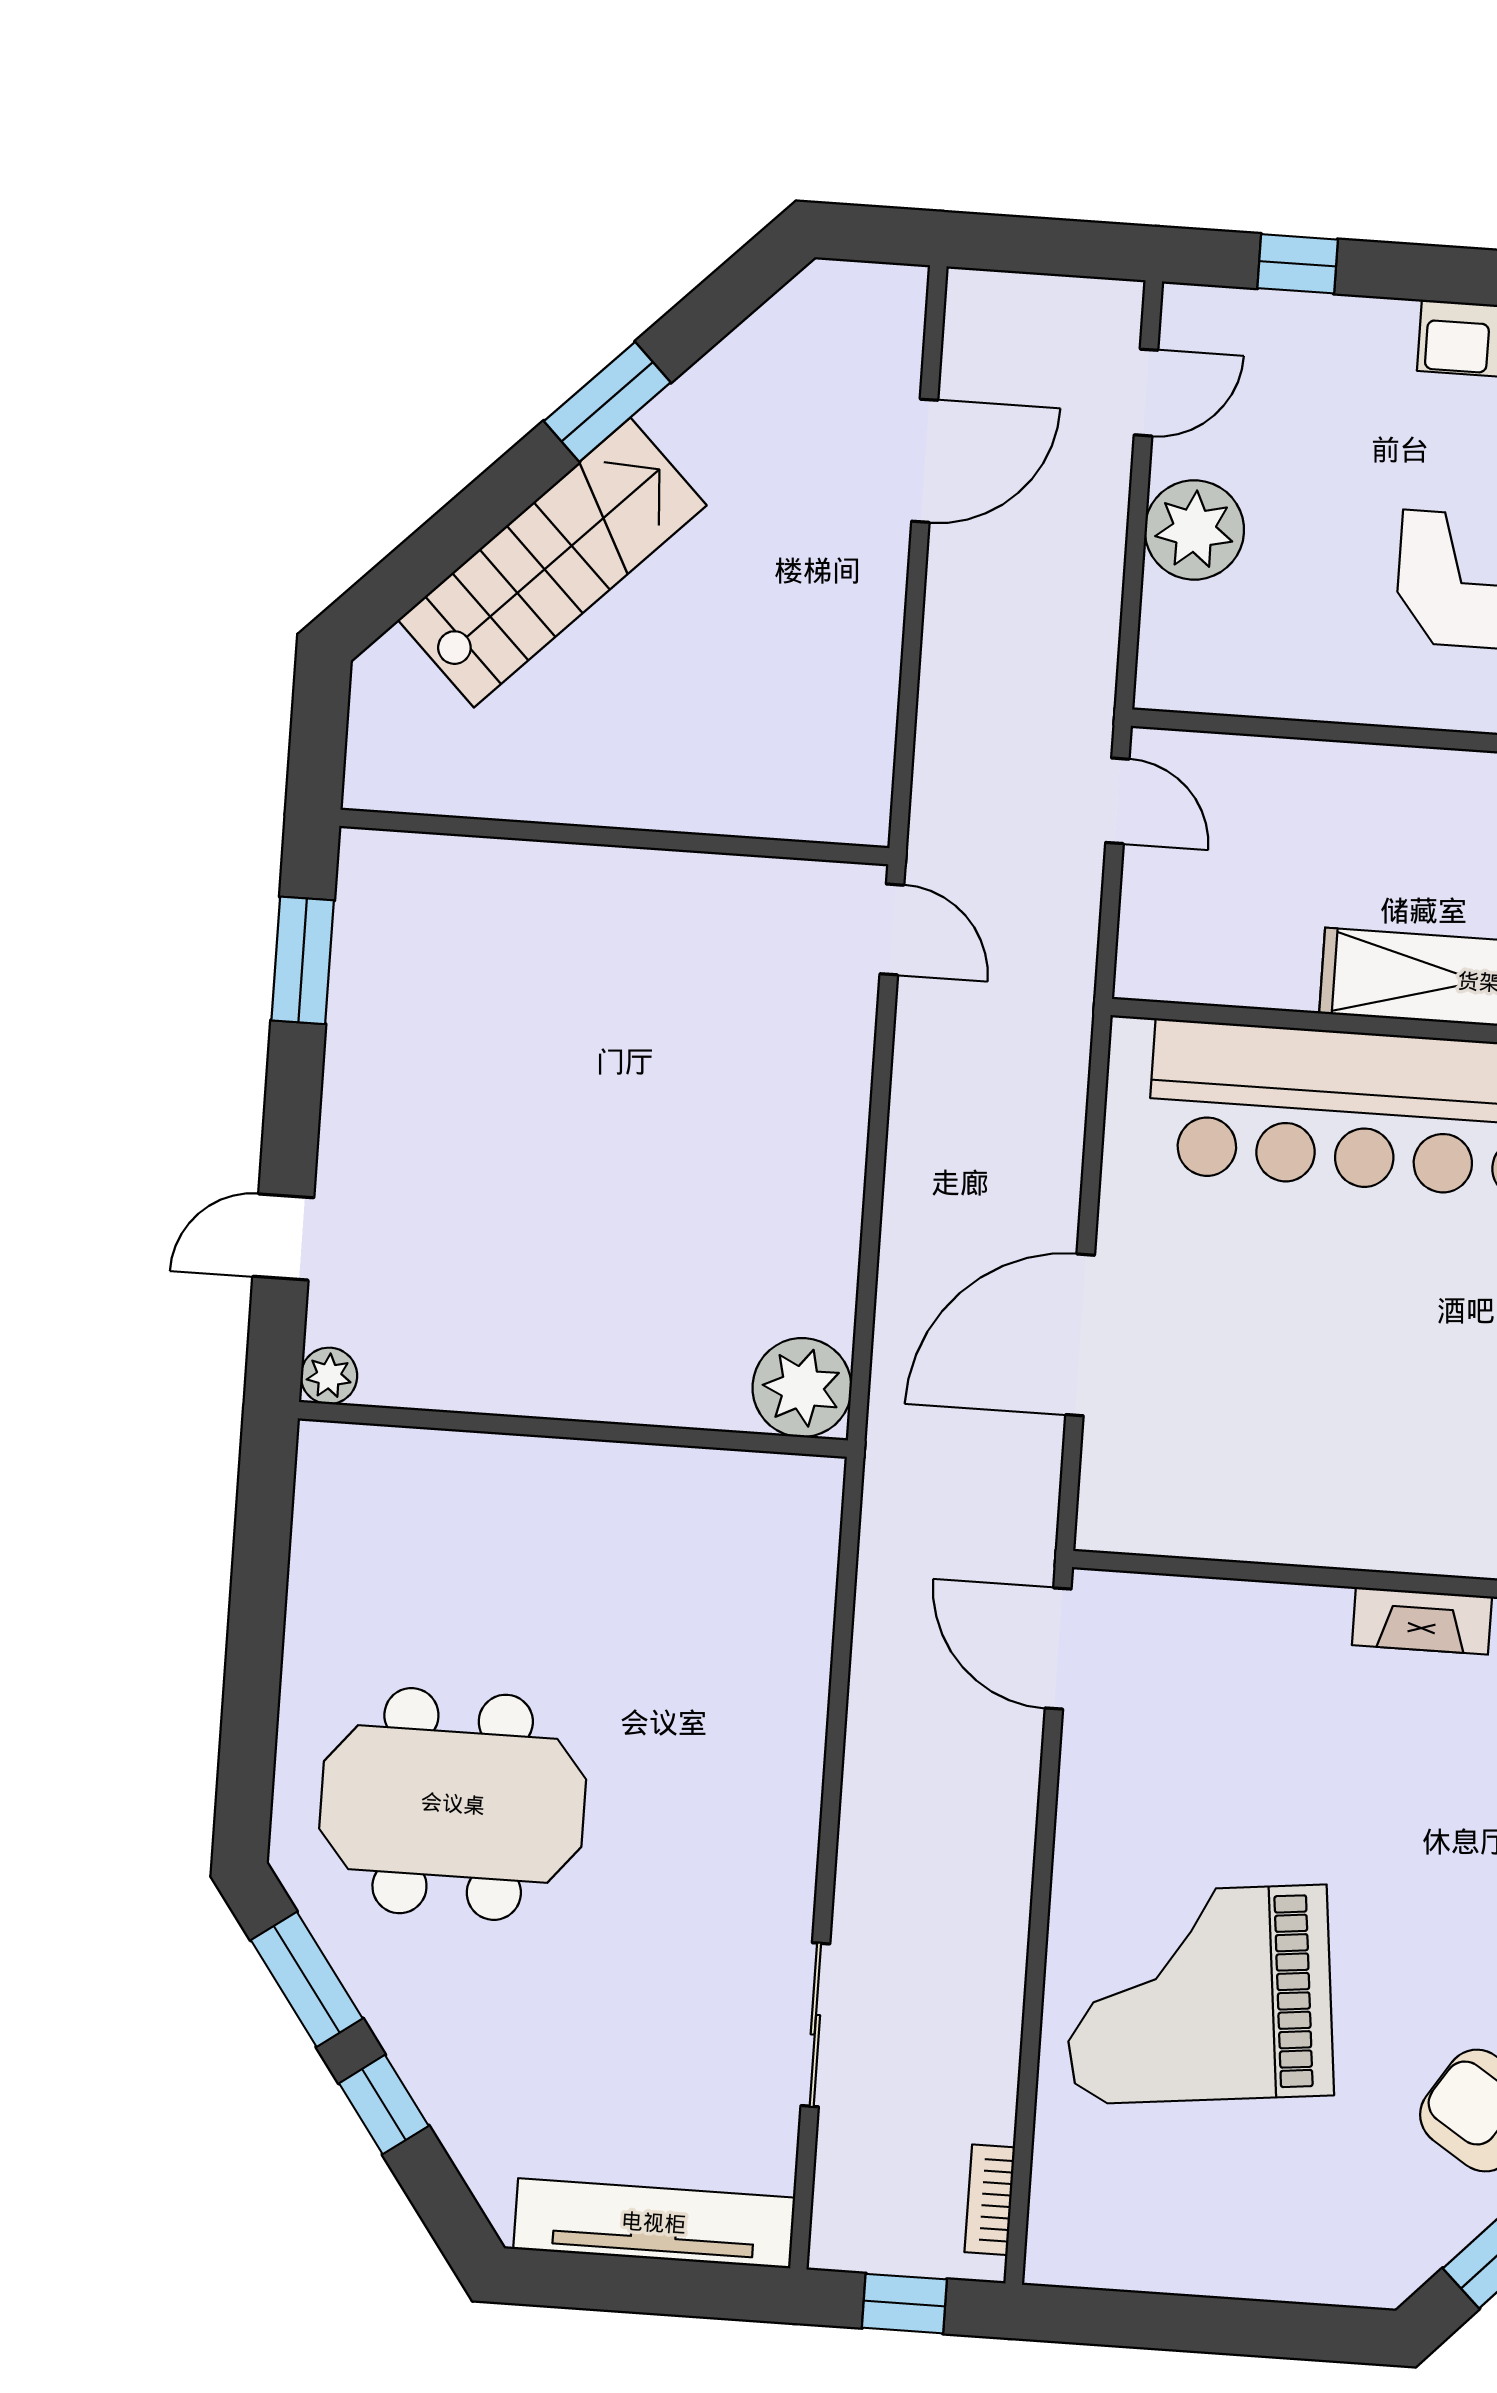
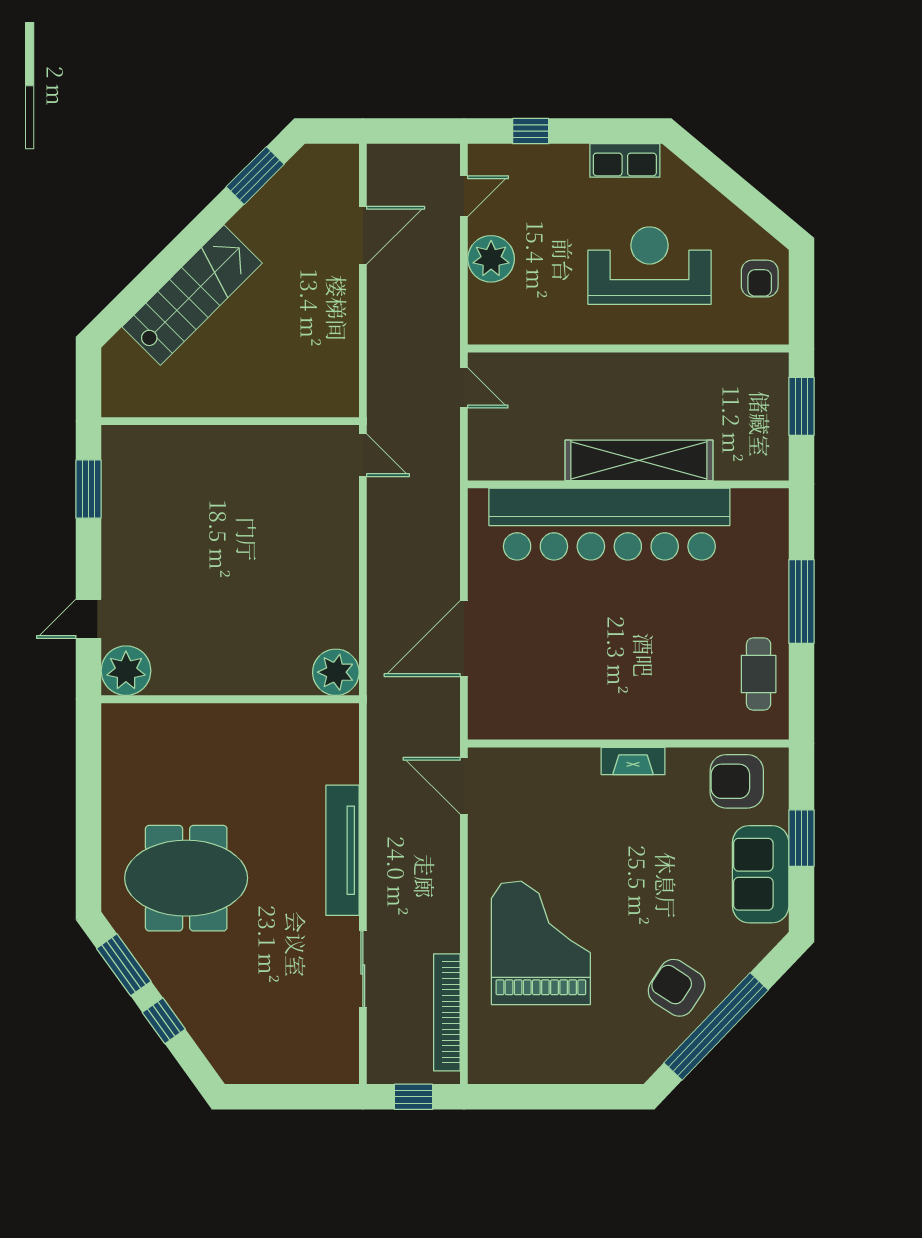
window: (607, 402) -> (255, 176), moved
plant: (329, 1376) -> (126, 671), width x1.88, depth x1.88
grand piano: (1199, 1995) -> (541, 943), turned 96
bookcase: (990, 2200) -> (447, 1012), width x2.31, depth x1.31
tv unit: (654, 2223) -> (342, 850), moved, turned -90

